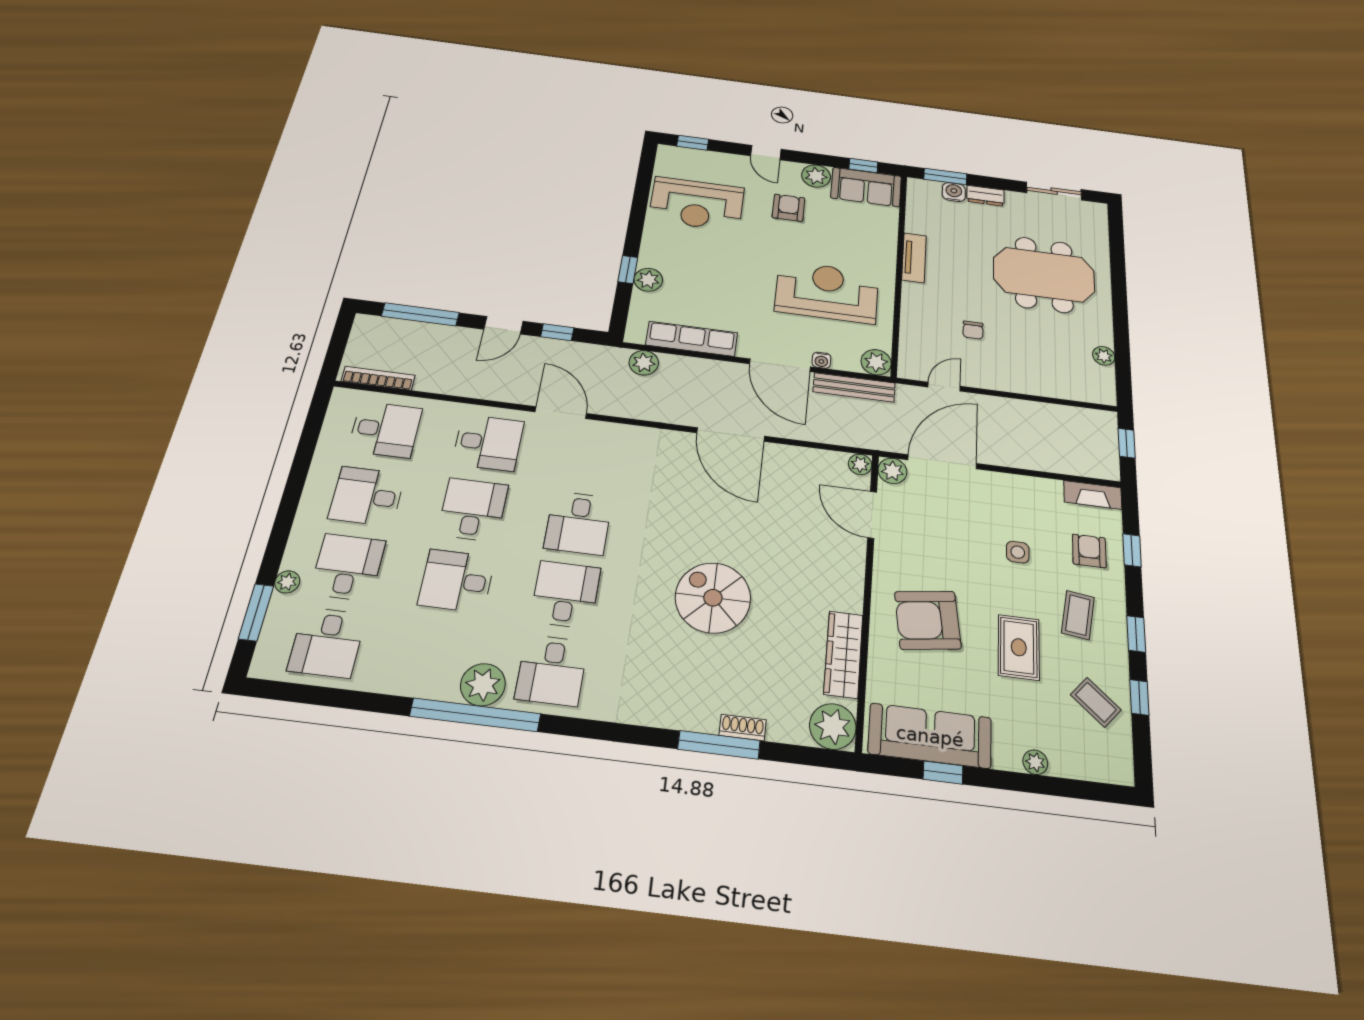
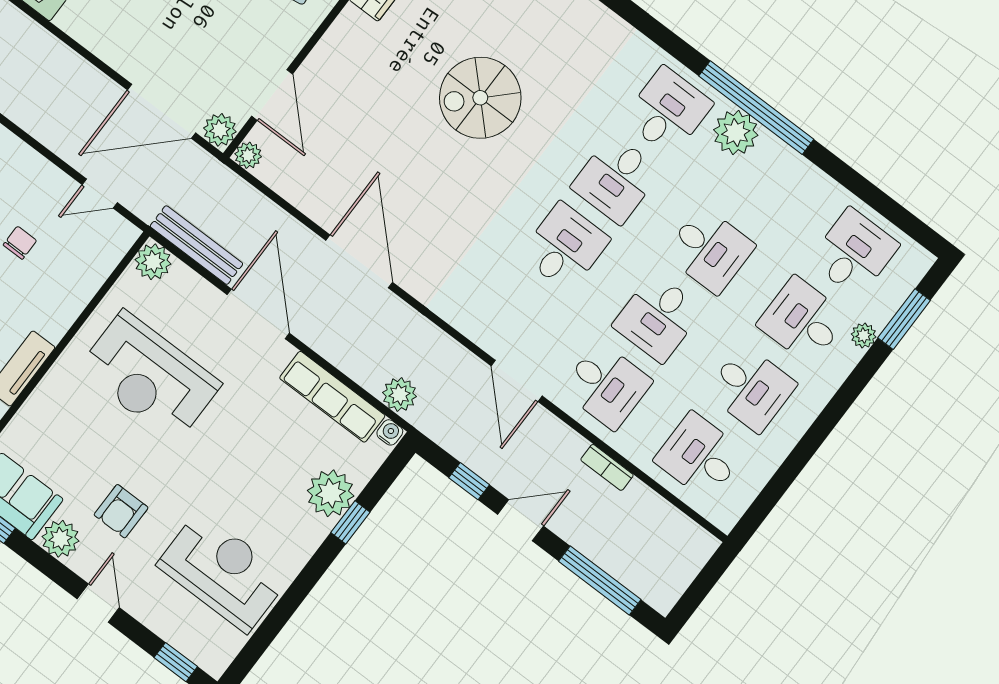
plant: (648, 280) -> (331, 493), width x1.36, depth x1.36
water cooler: (821, 360) -> (390, 432), moved
bookcase: (378, 378) -> (607, 467), moved, width x0.64
desk: (488, 443) -> (606, 385), turned 180
desk: (348, 567) -> (803, 321), turned 90
spiral stairs: (713, 598) -> (480, 98), turned 90

